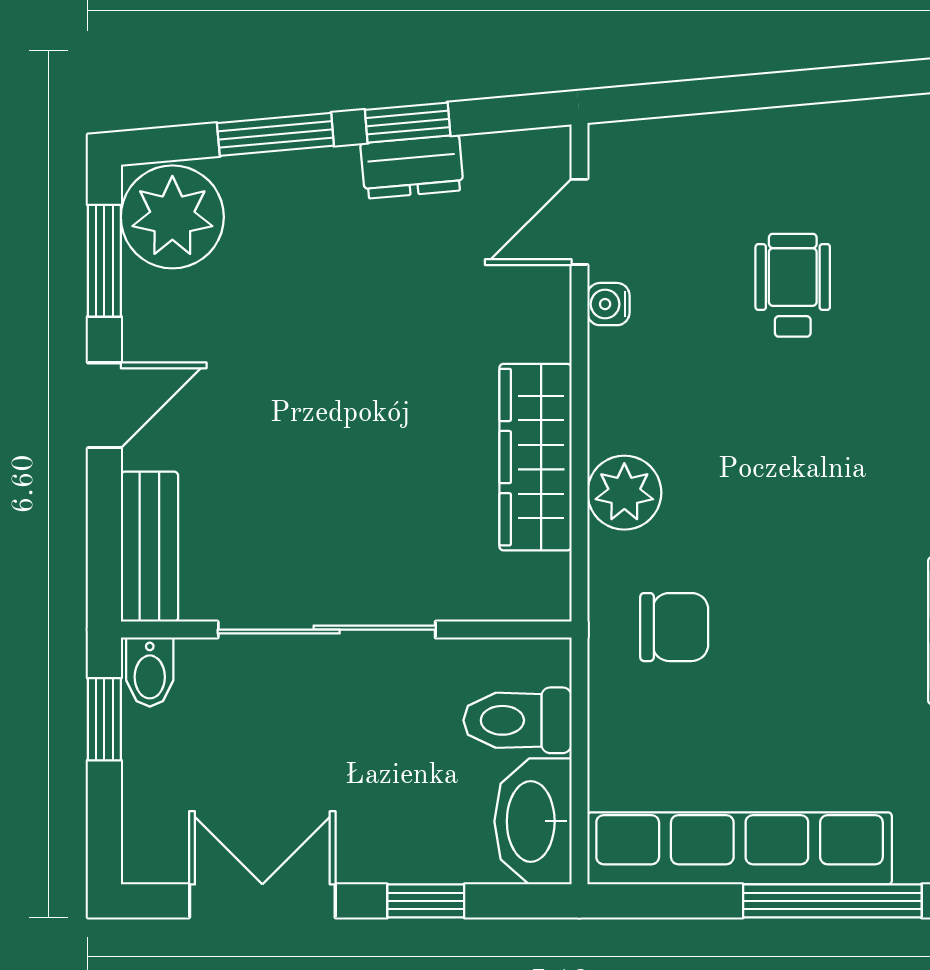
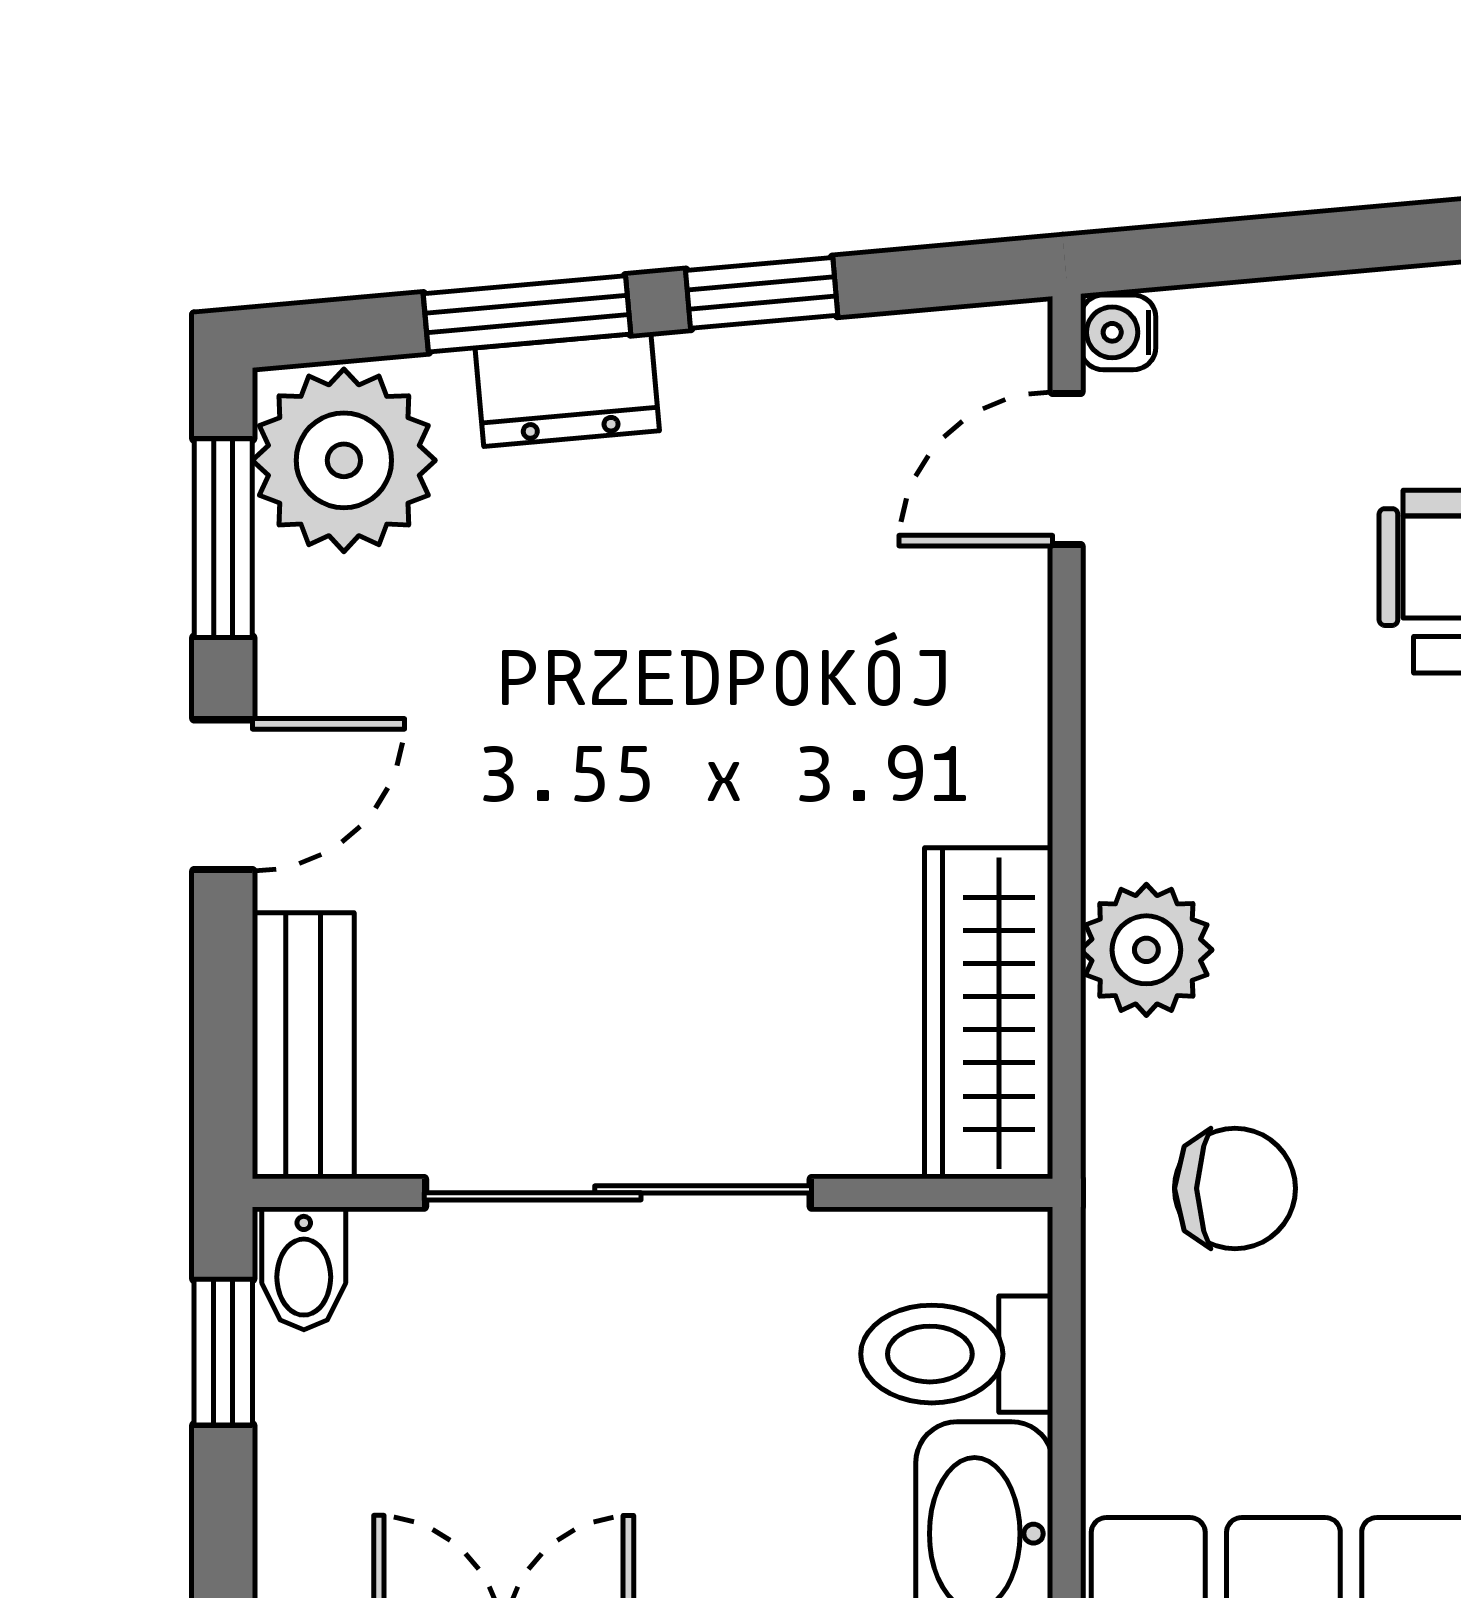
dresser: (412, 167) -> (567, 389), moved
water cooler: (608, 304) -> (1118, 332), moved
wardrobe: (535, 457) -> (989, 1013), moved

